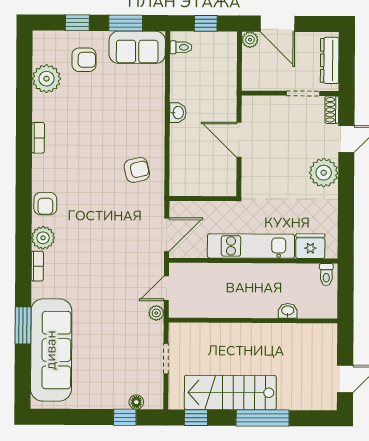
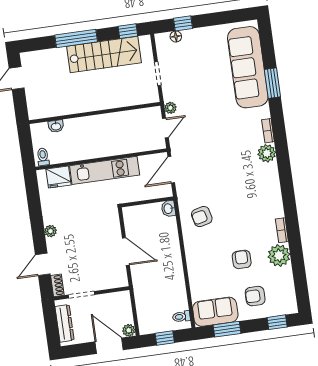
window: (77, 23) -> (277, 322), moved
plant: (46, 79) -> (279, 255), moved
washbasin: (178, 113) -> (168, 209), moved
plant: (324, 173) -> (51, 231), width x0.53, depth x0.53
armchair: (45, 204) -> (242, 259), moved
washbasin: (288, 311) -> (56, 126), moved

